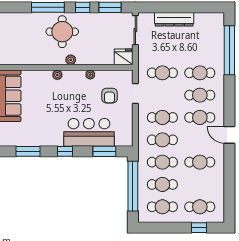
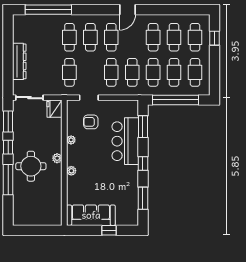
armchair: (110, 96) -> (91, 122), turned 180
cafe table: (200, 184) -> (174, 37), added

